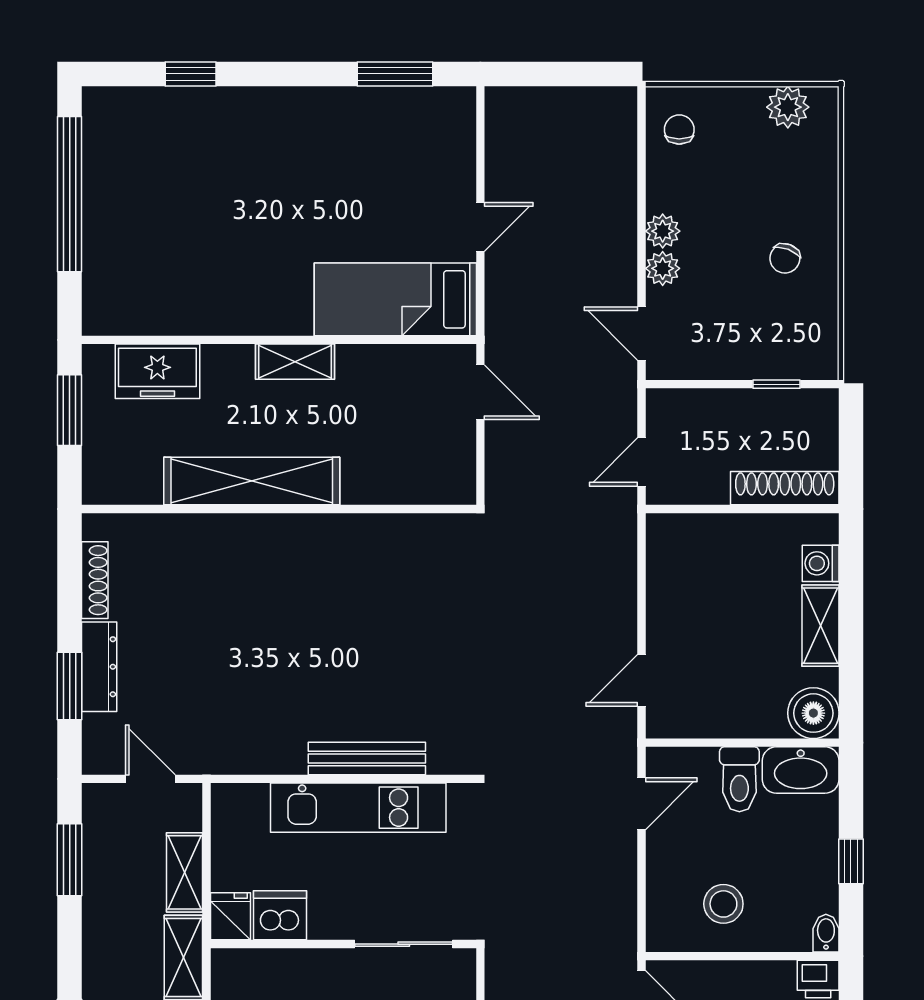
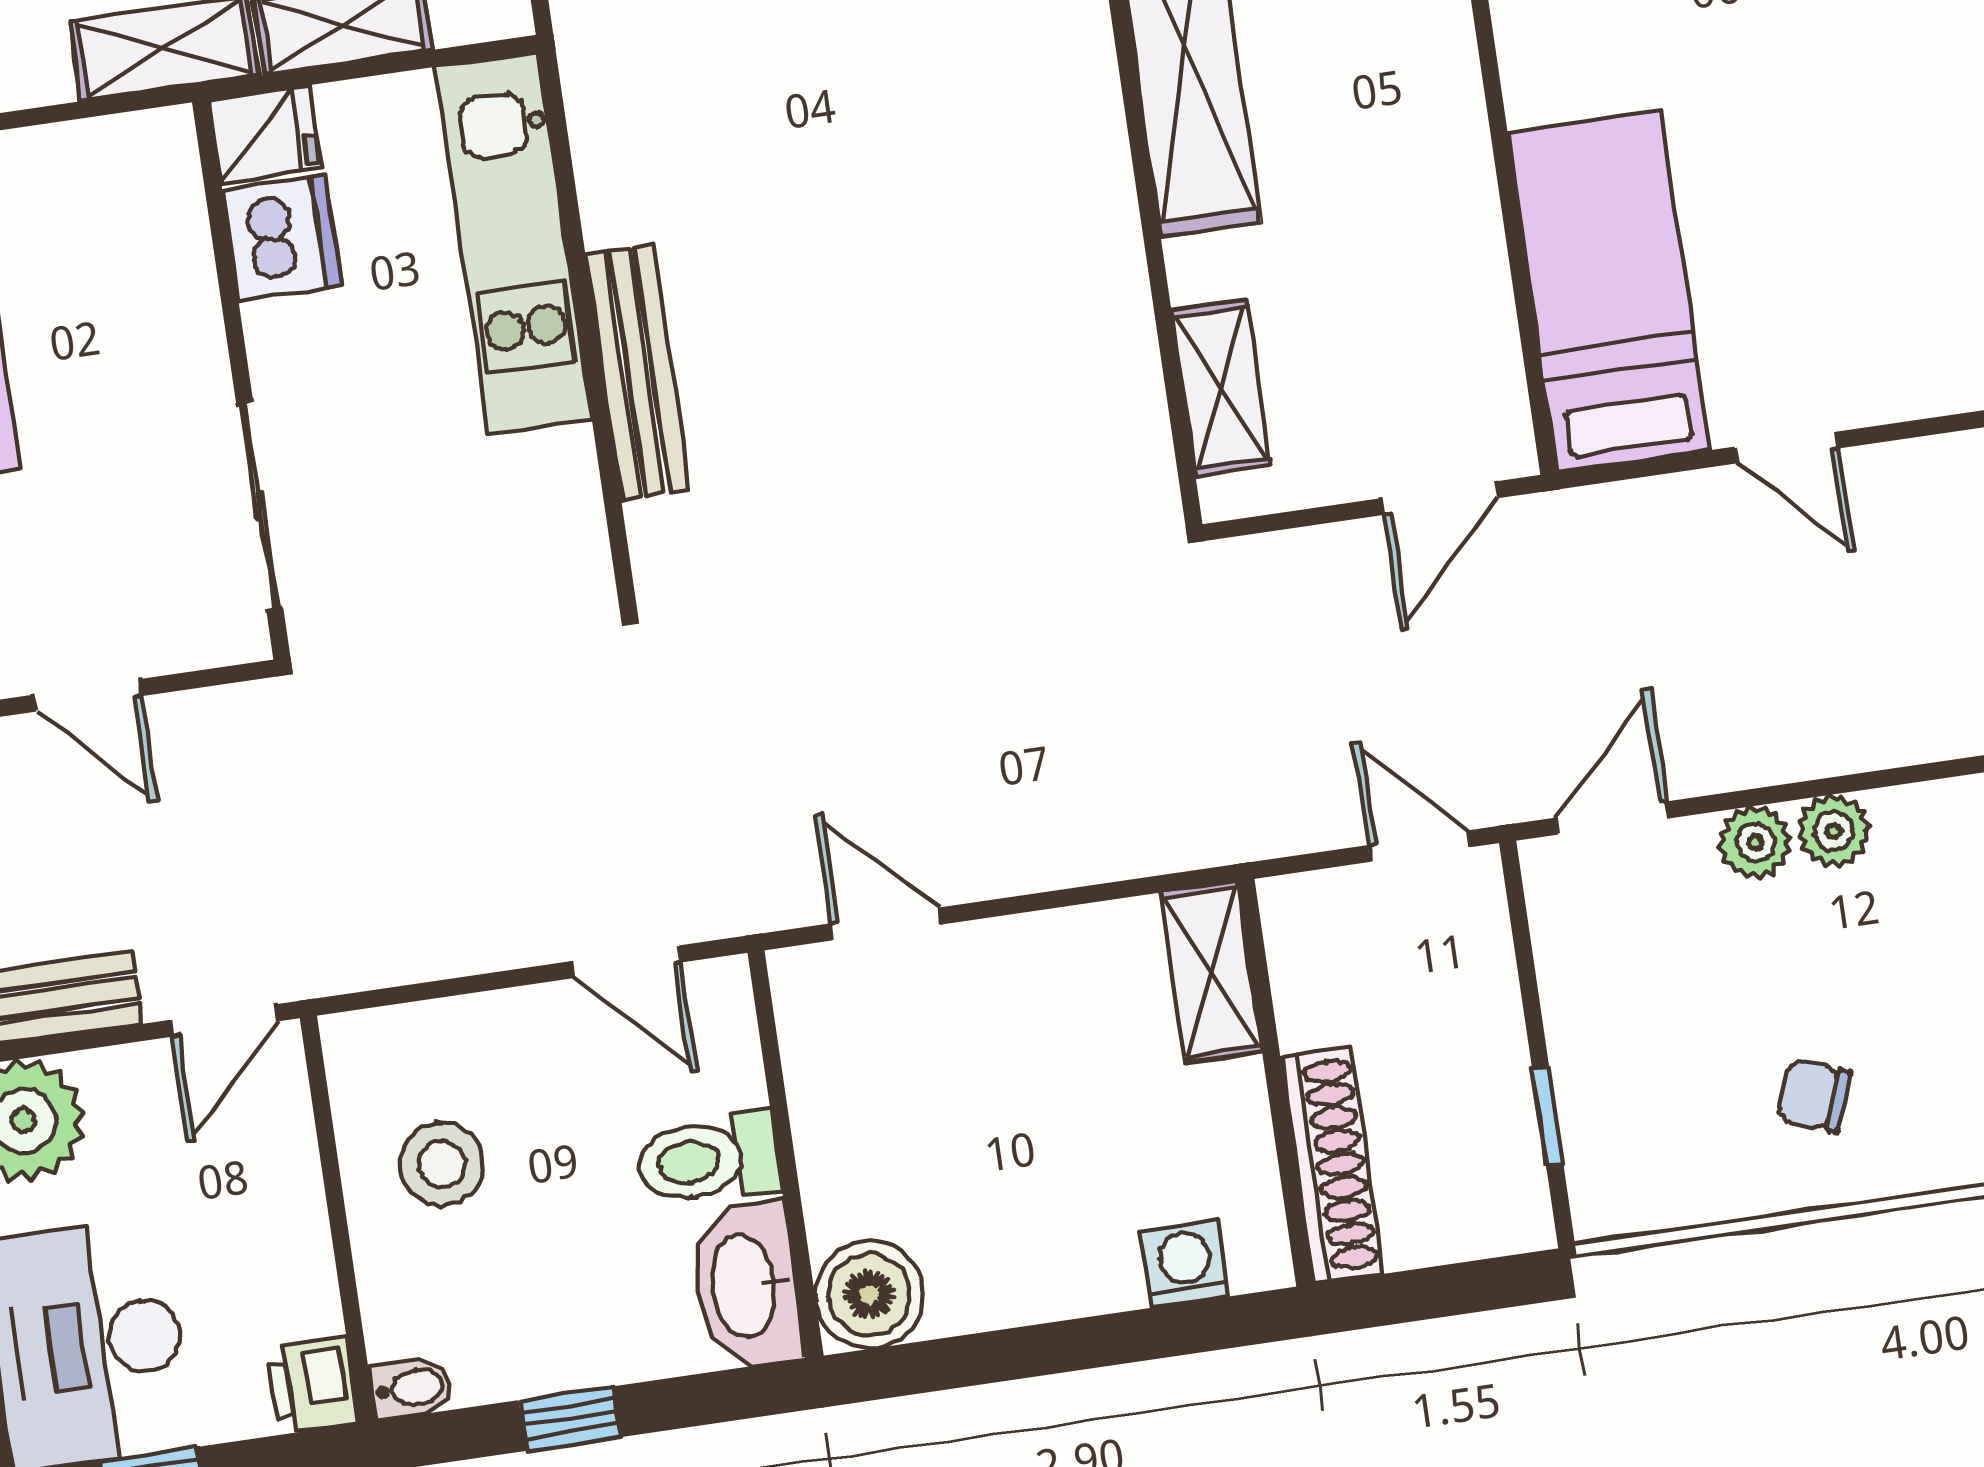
shelving: (295, 362) -> (1221, 388), moved
door: (642, 462) -> (1419, 846), moved
shelving: (821, 626) -> (1211, 972), moved, turned 90
kitchen unit: (358, 808) -> (513, 243), moved

